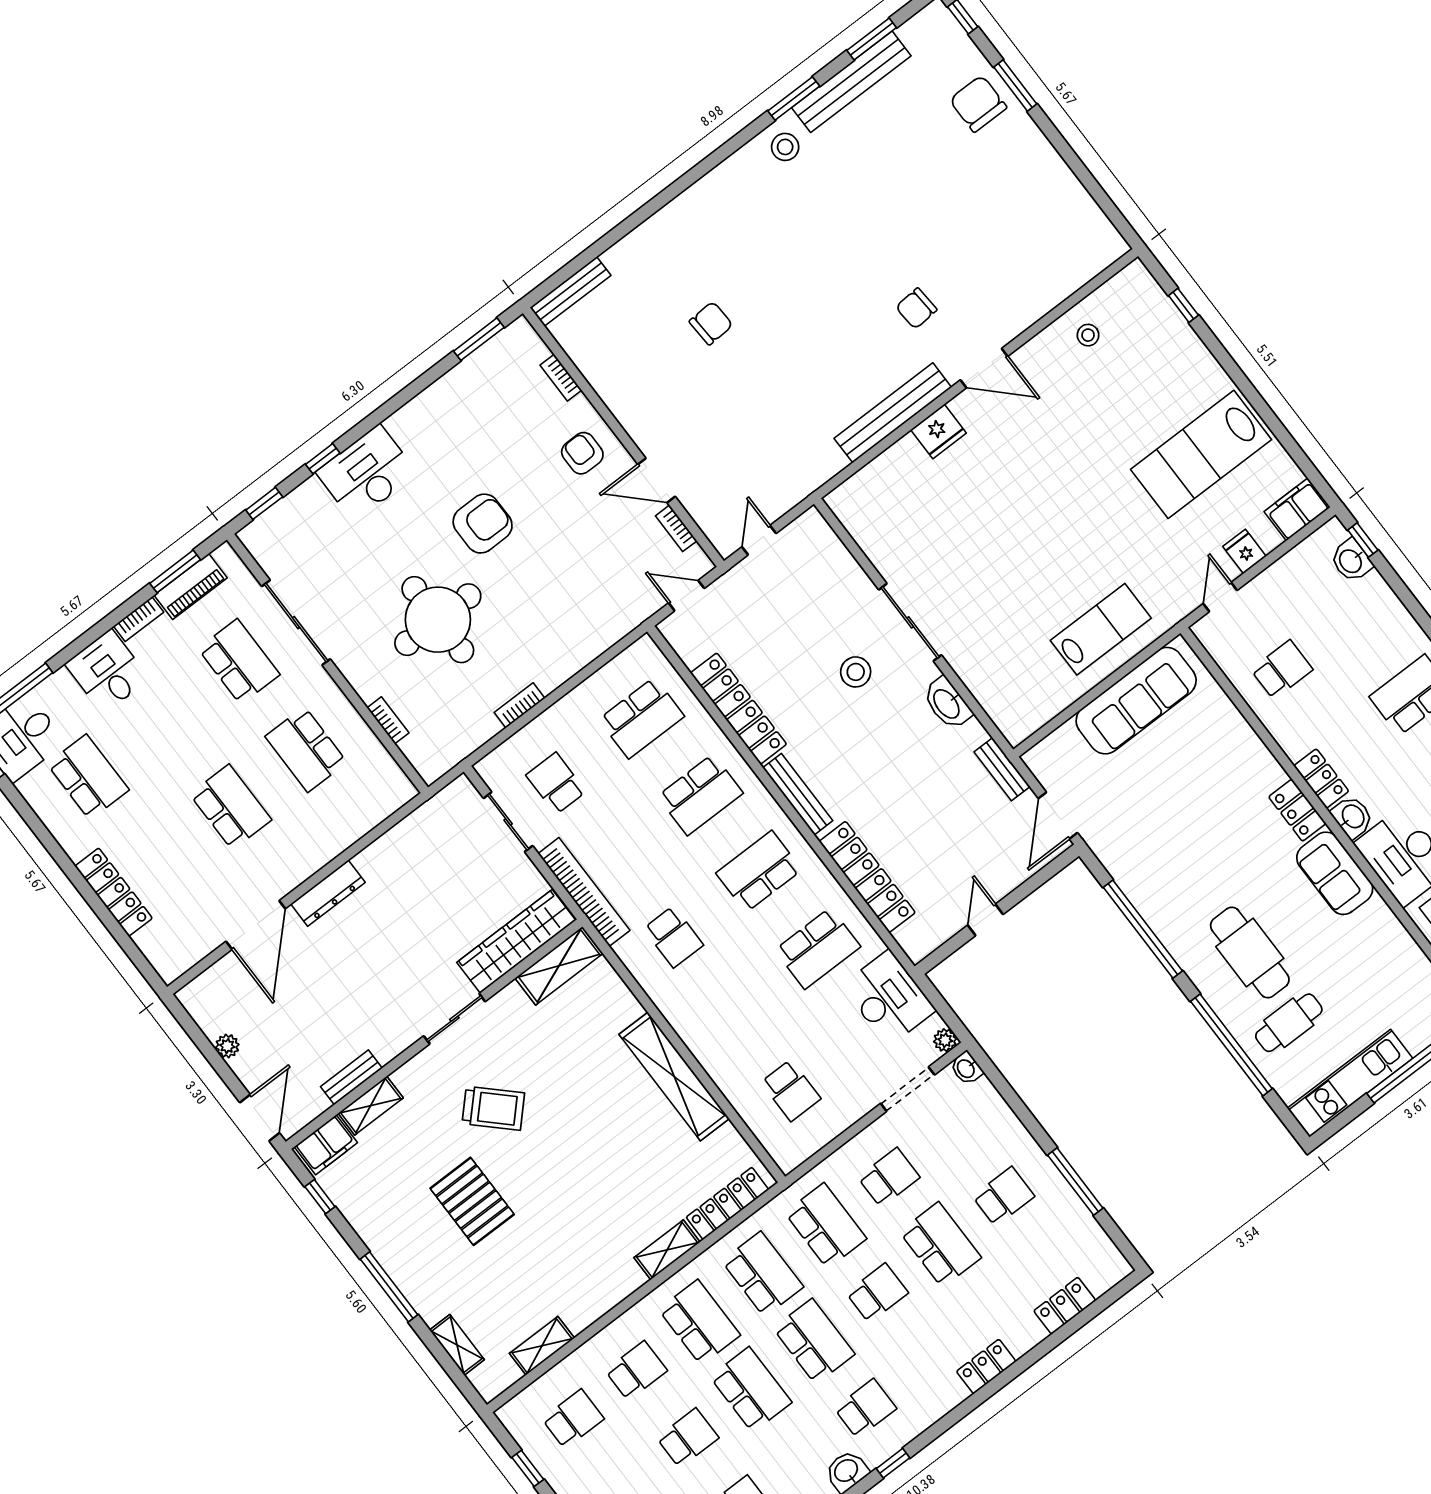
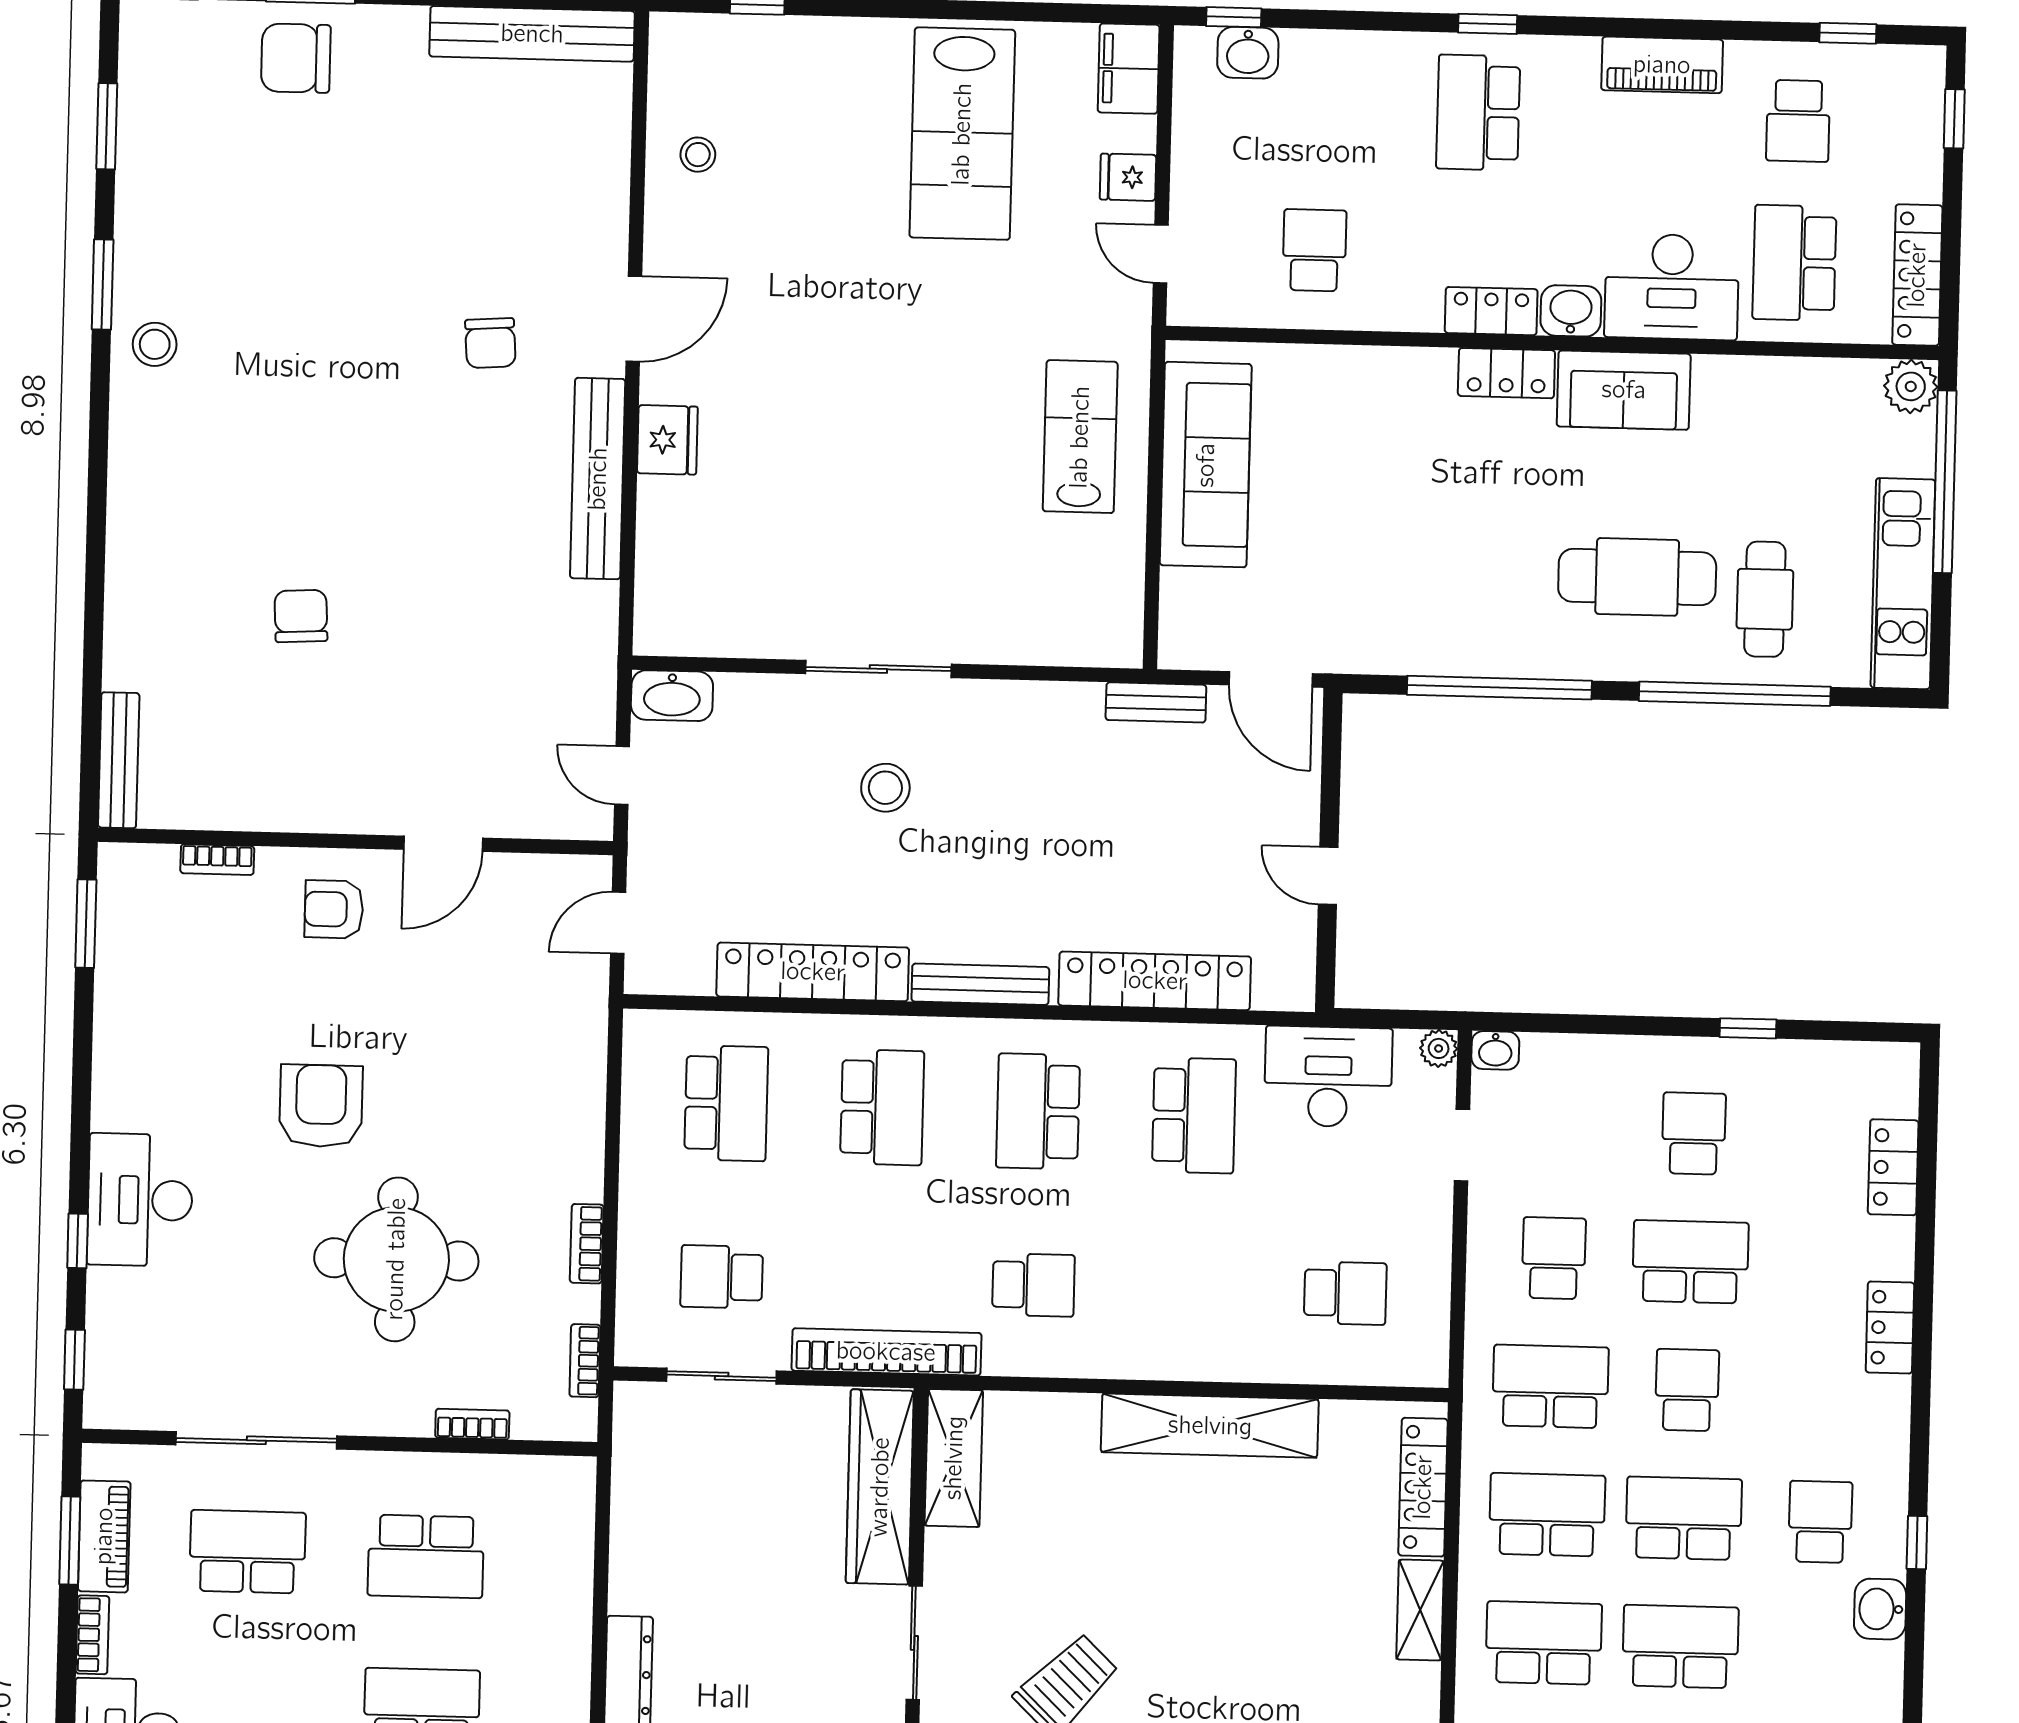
bench: (851, 82) -> (532, 34), moved, turned 90
bookcase: (676, 528) -> (585, 1361), moved, turned 90
washbasin: (947, 703) -> (672, 696), moved
doorway: (908, 1089) -> (1462, 1145), width x0.73
window: (1075, 1182) -> (1748, 1028), width x0.46

